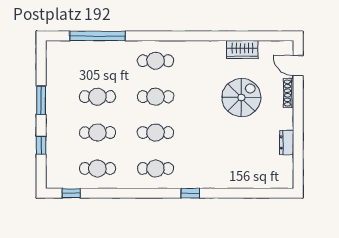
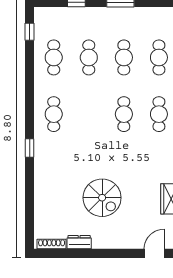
shoe rack: (289, 93) -> (52, 244), moved
spiral stairs: (241, 97) -> (102, 198), moved
cafe table: (156, 133) -> (159, 57), moved

